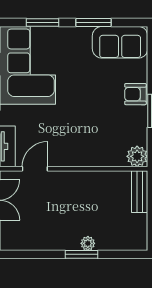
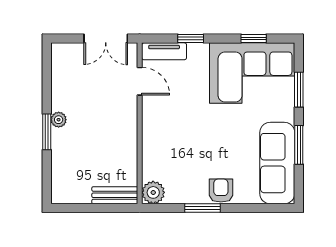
sofa: (120, 42) -> (277, 163), width x1.36
plant: (88, 243) -> (59, 120), moved

